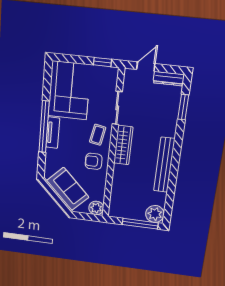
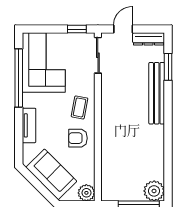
sliding door: (117, 108) -> (98, 55), moved
window: (44, 127) -> (19, 78), moved
tv unit: (53, 133) -> (29, 125), moved
wardrobe: (123, 145) -> (109, 116), removed
bench: (164, 165) -> (157, 93), moved

